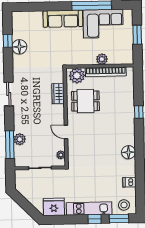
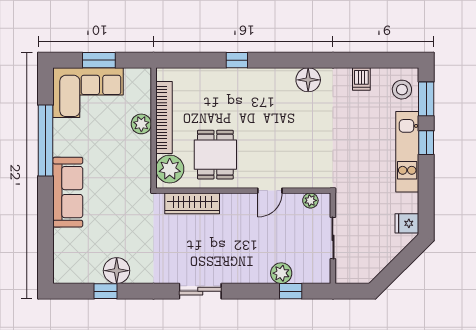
corner sofa: (103, 24) -> (88, 93), moved, turned 90
wardrobe: (58, 94) -> (192, 203), width x1.50
window: (10, 145) -> (291, 291), width x0.46
fridge: (54, 207) -> (407, 223), width x0.53, depth x0.75

